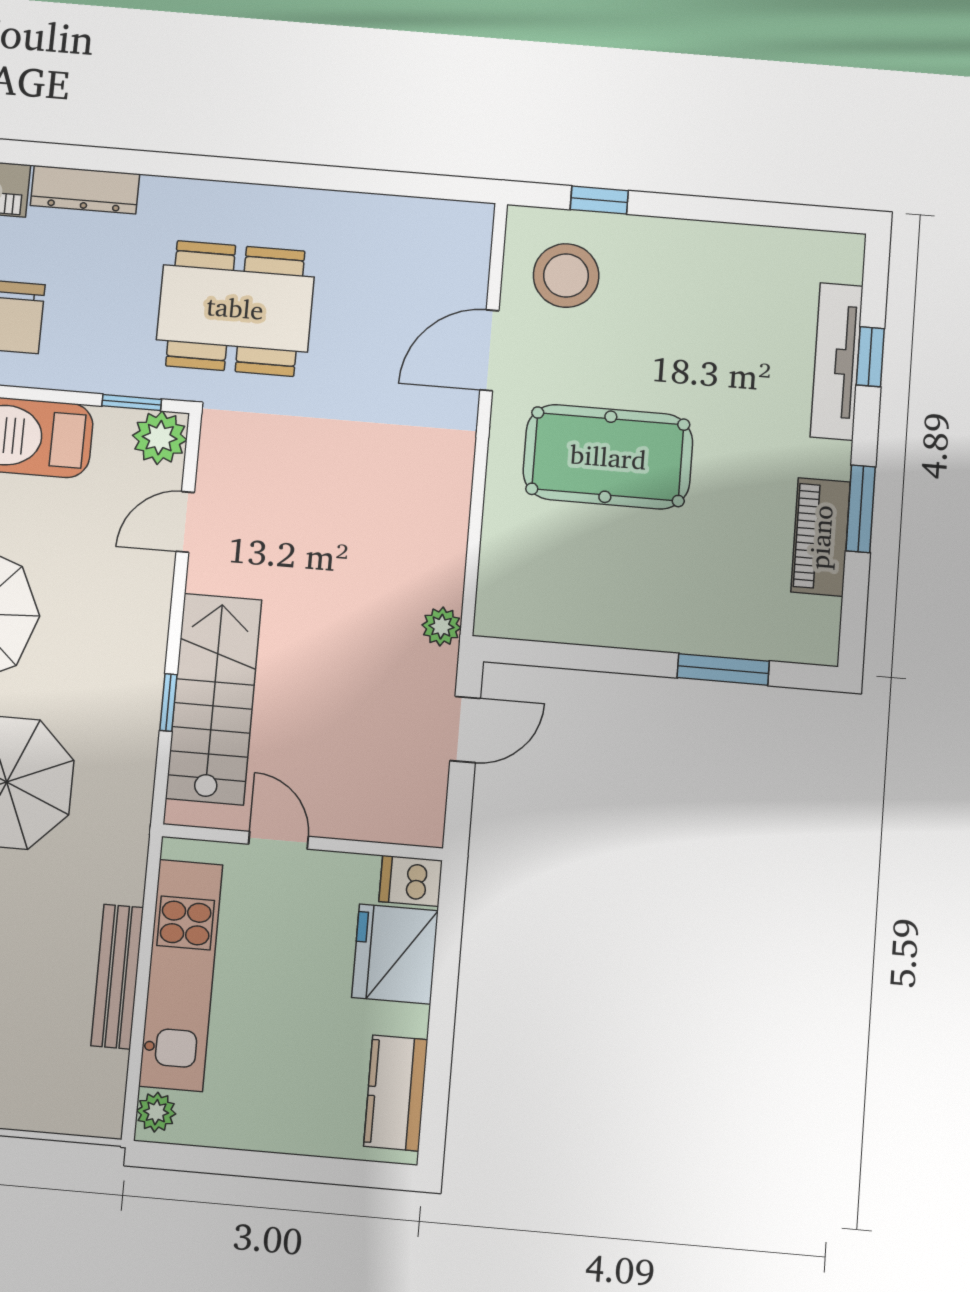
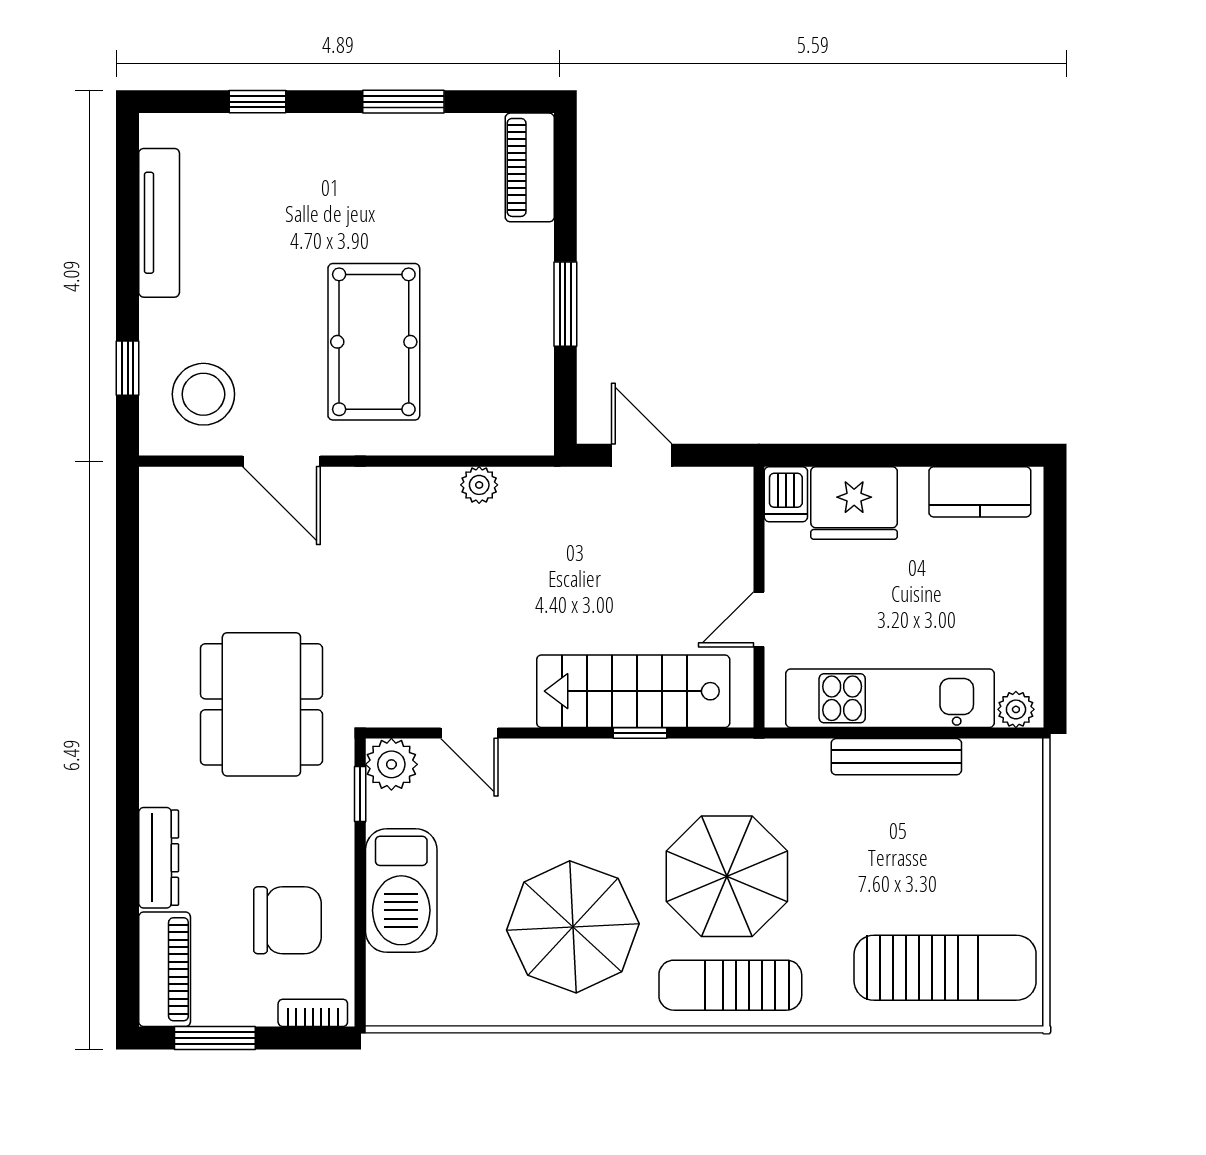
tv unit: (837, 361) -> (159, 223), moved, turned -90
piano: (821, 537) -> (530, 167), moved, turned 90
plant: (441, 627) -> (479, 485), moved
window: (723, 669) -> (565, 304), moved

